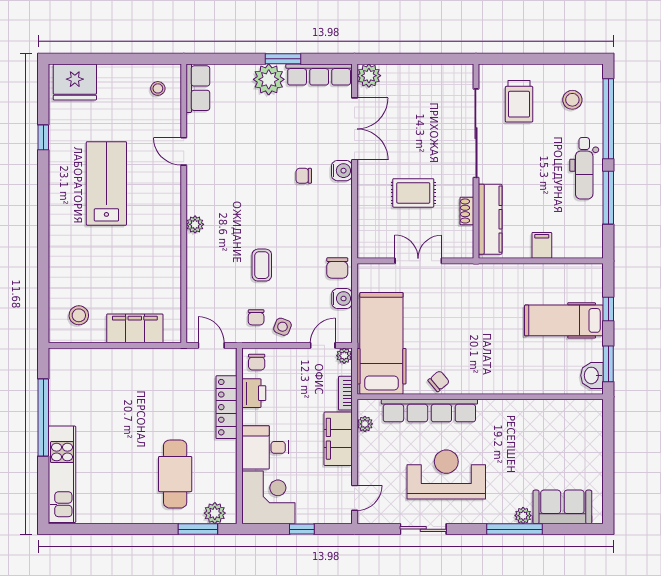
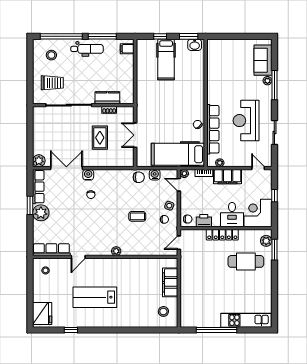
row of seats: (198, 88) -> (51, 250), width x1.48
kitchen counter: (490, 219) -> (107, 98), width x0.67
filing cabinet: (542, 245) -> (127, 49), moved
locker: (226, 407) -> (222, 235), moved

